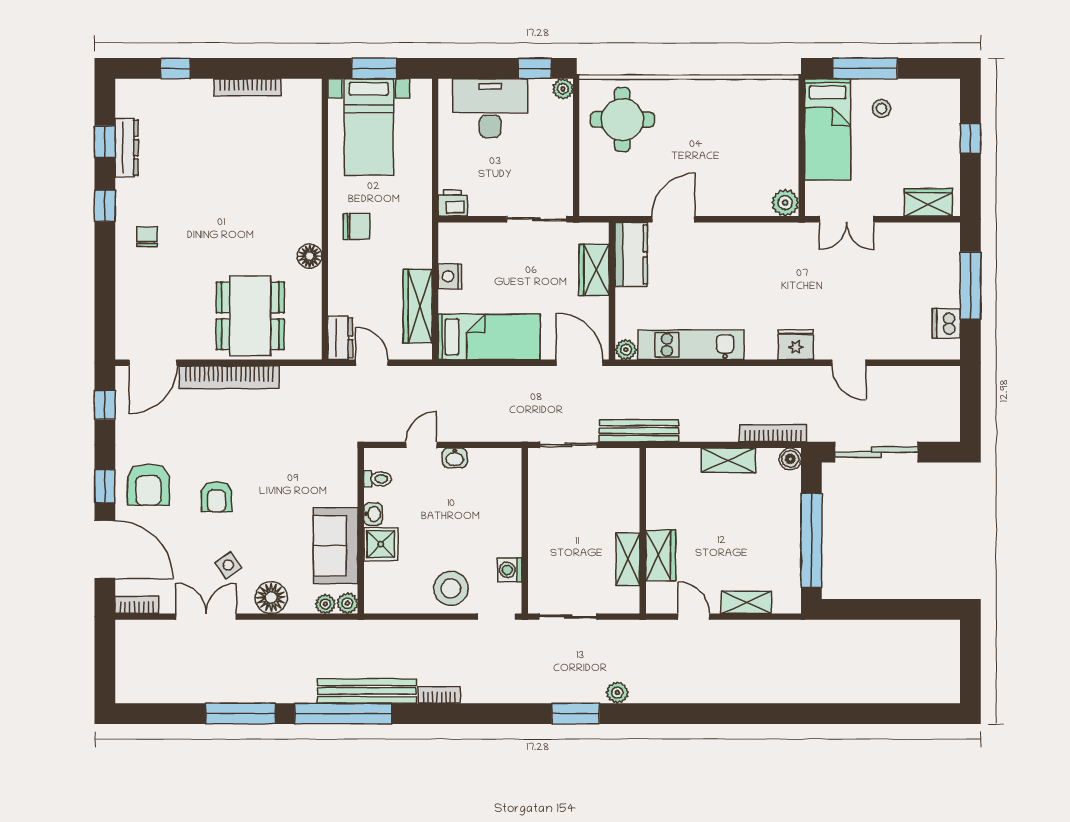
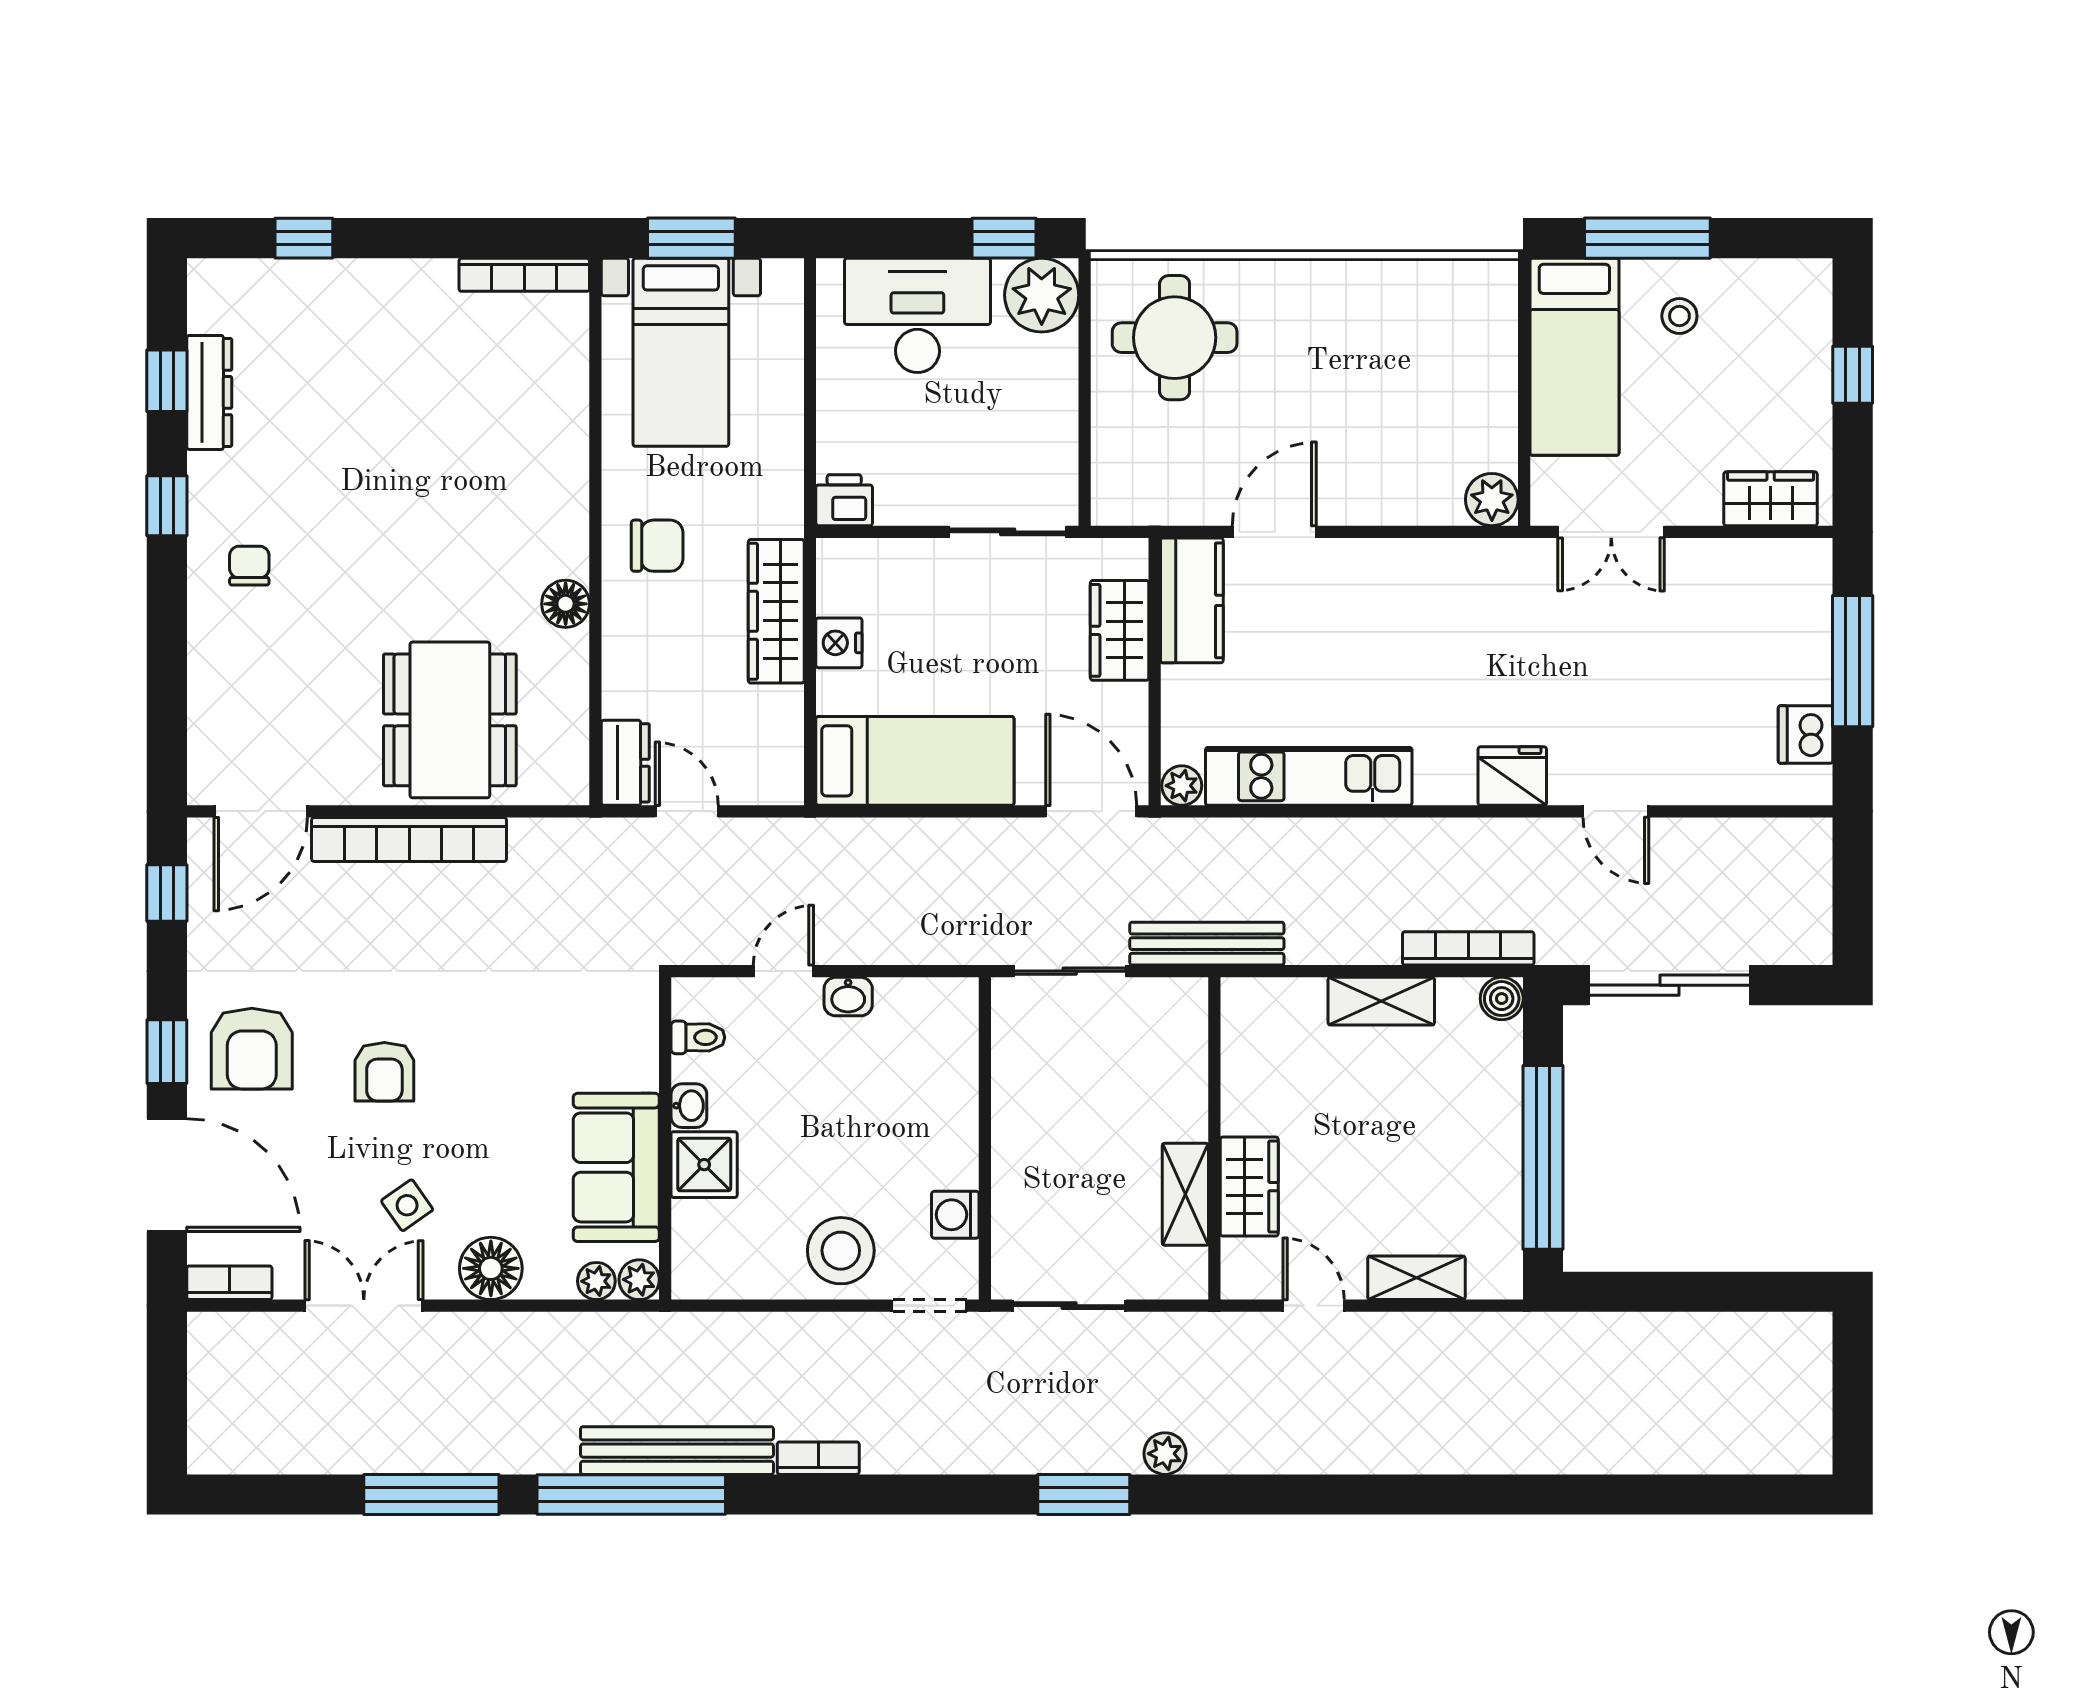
bookcase: (248, 87) -> (524, 275), moved
plant: (563, 89) -> (1042, 295), width x1.88, depth x1.88
wardrobe: (418, 306) -> (776, 611), moved

